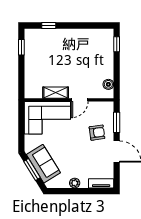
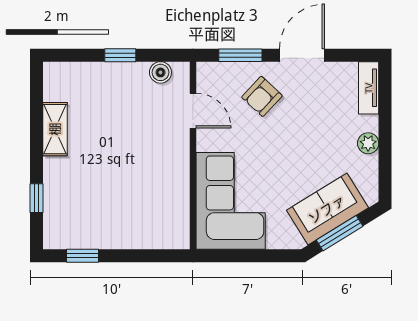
window: (117, 44) -> (120, 55), moved
shelving: (56, 93) -> (55, 129), moved
door: (80, 100) -> (193, 111), moved
armchair: (97, 133) -> (262, 96), turned -129

